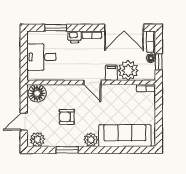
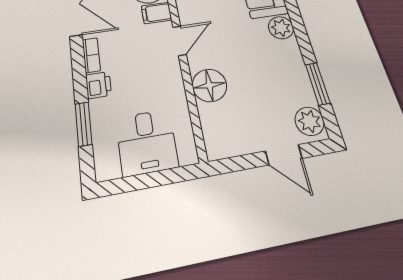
floor lamp: (37, 93) -> (209, 85), moved
armchair: (67, 117) -> (252, 74), removed
window: (67, 150) -> (318, 84), moved

